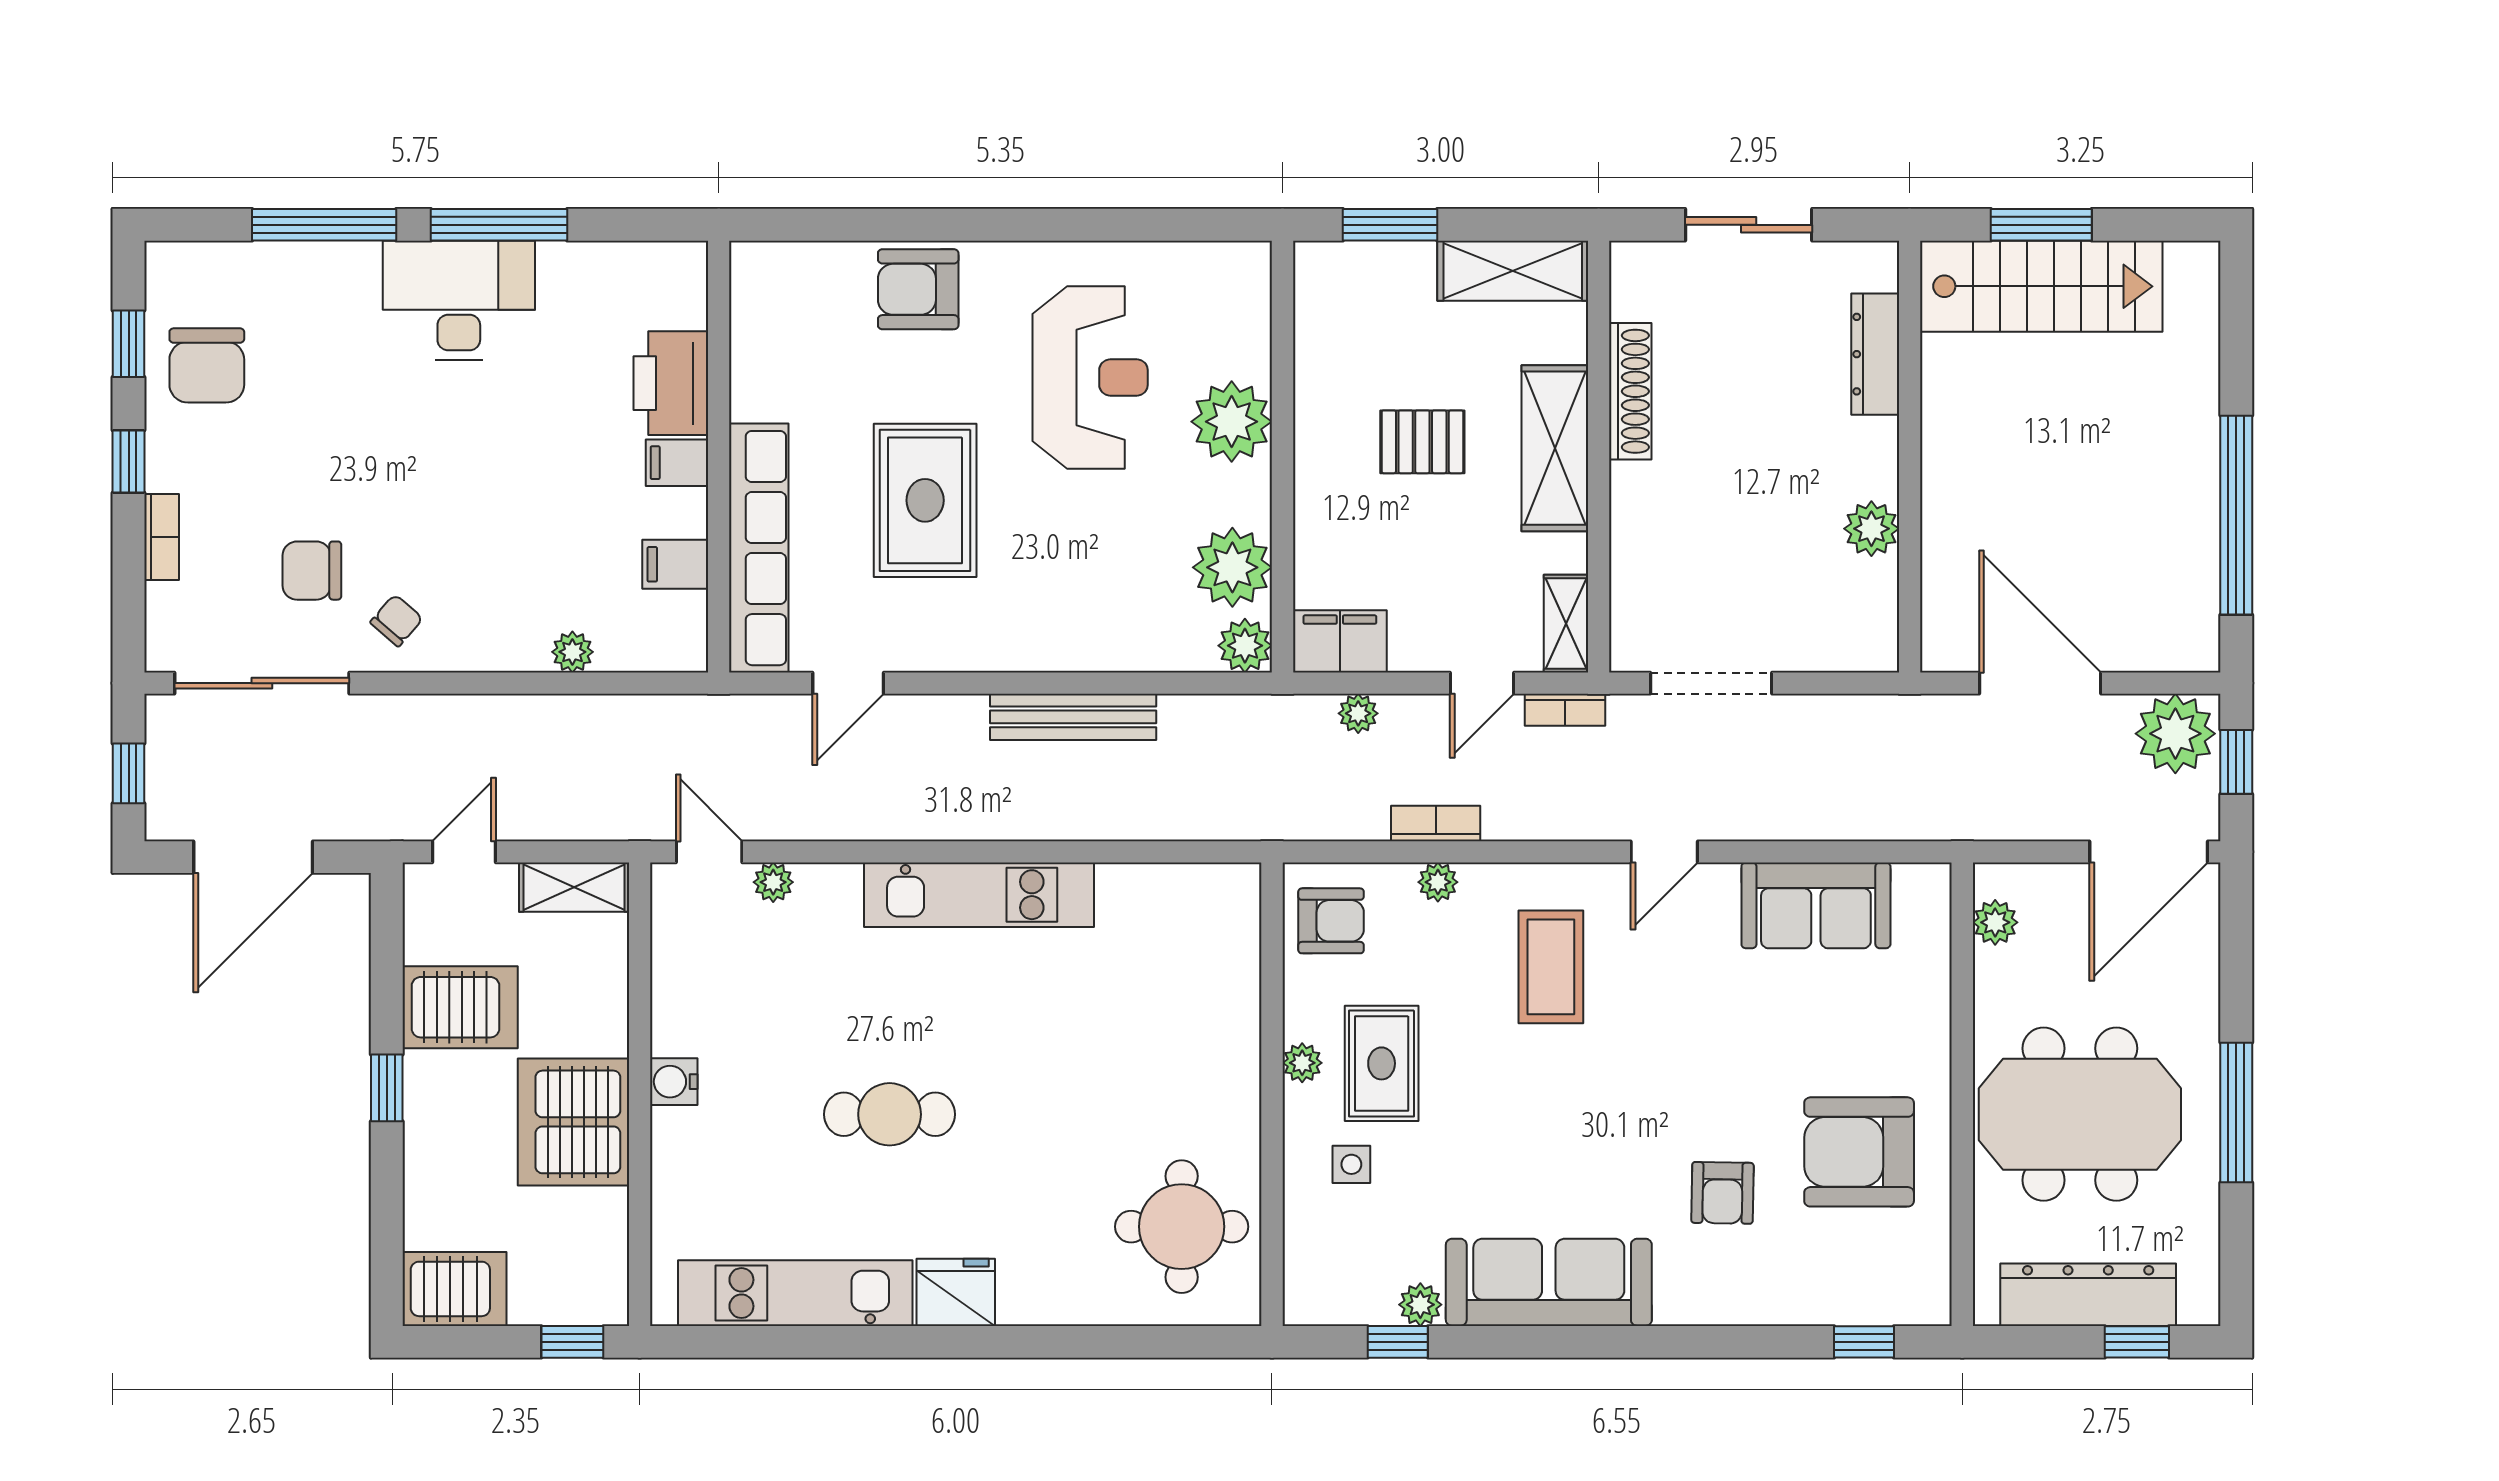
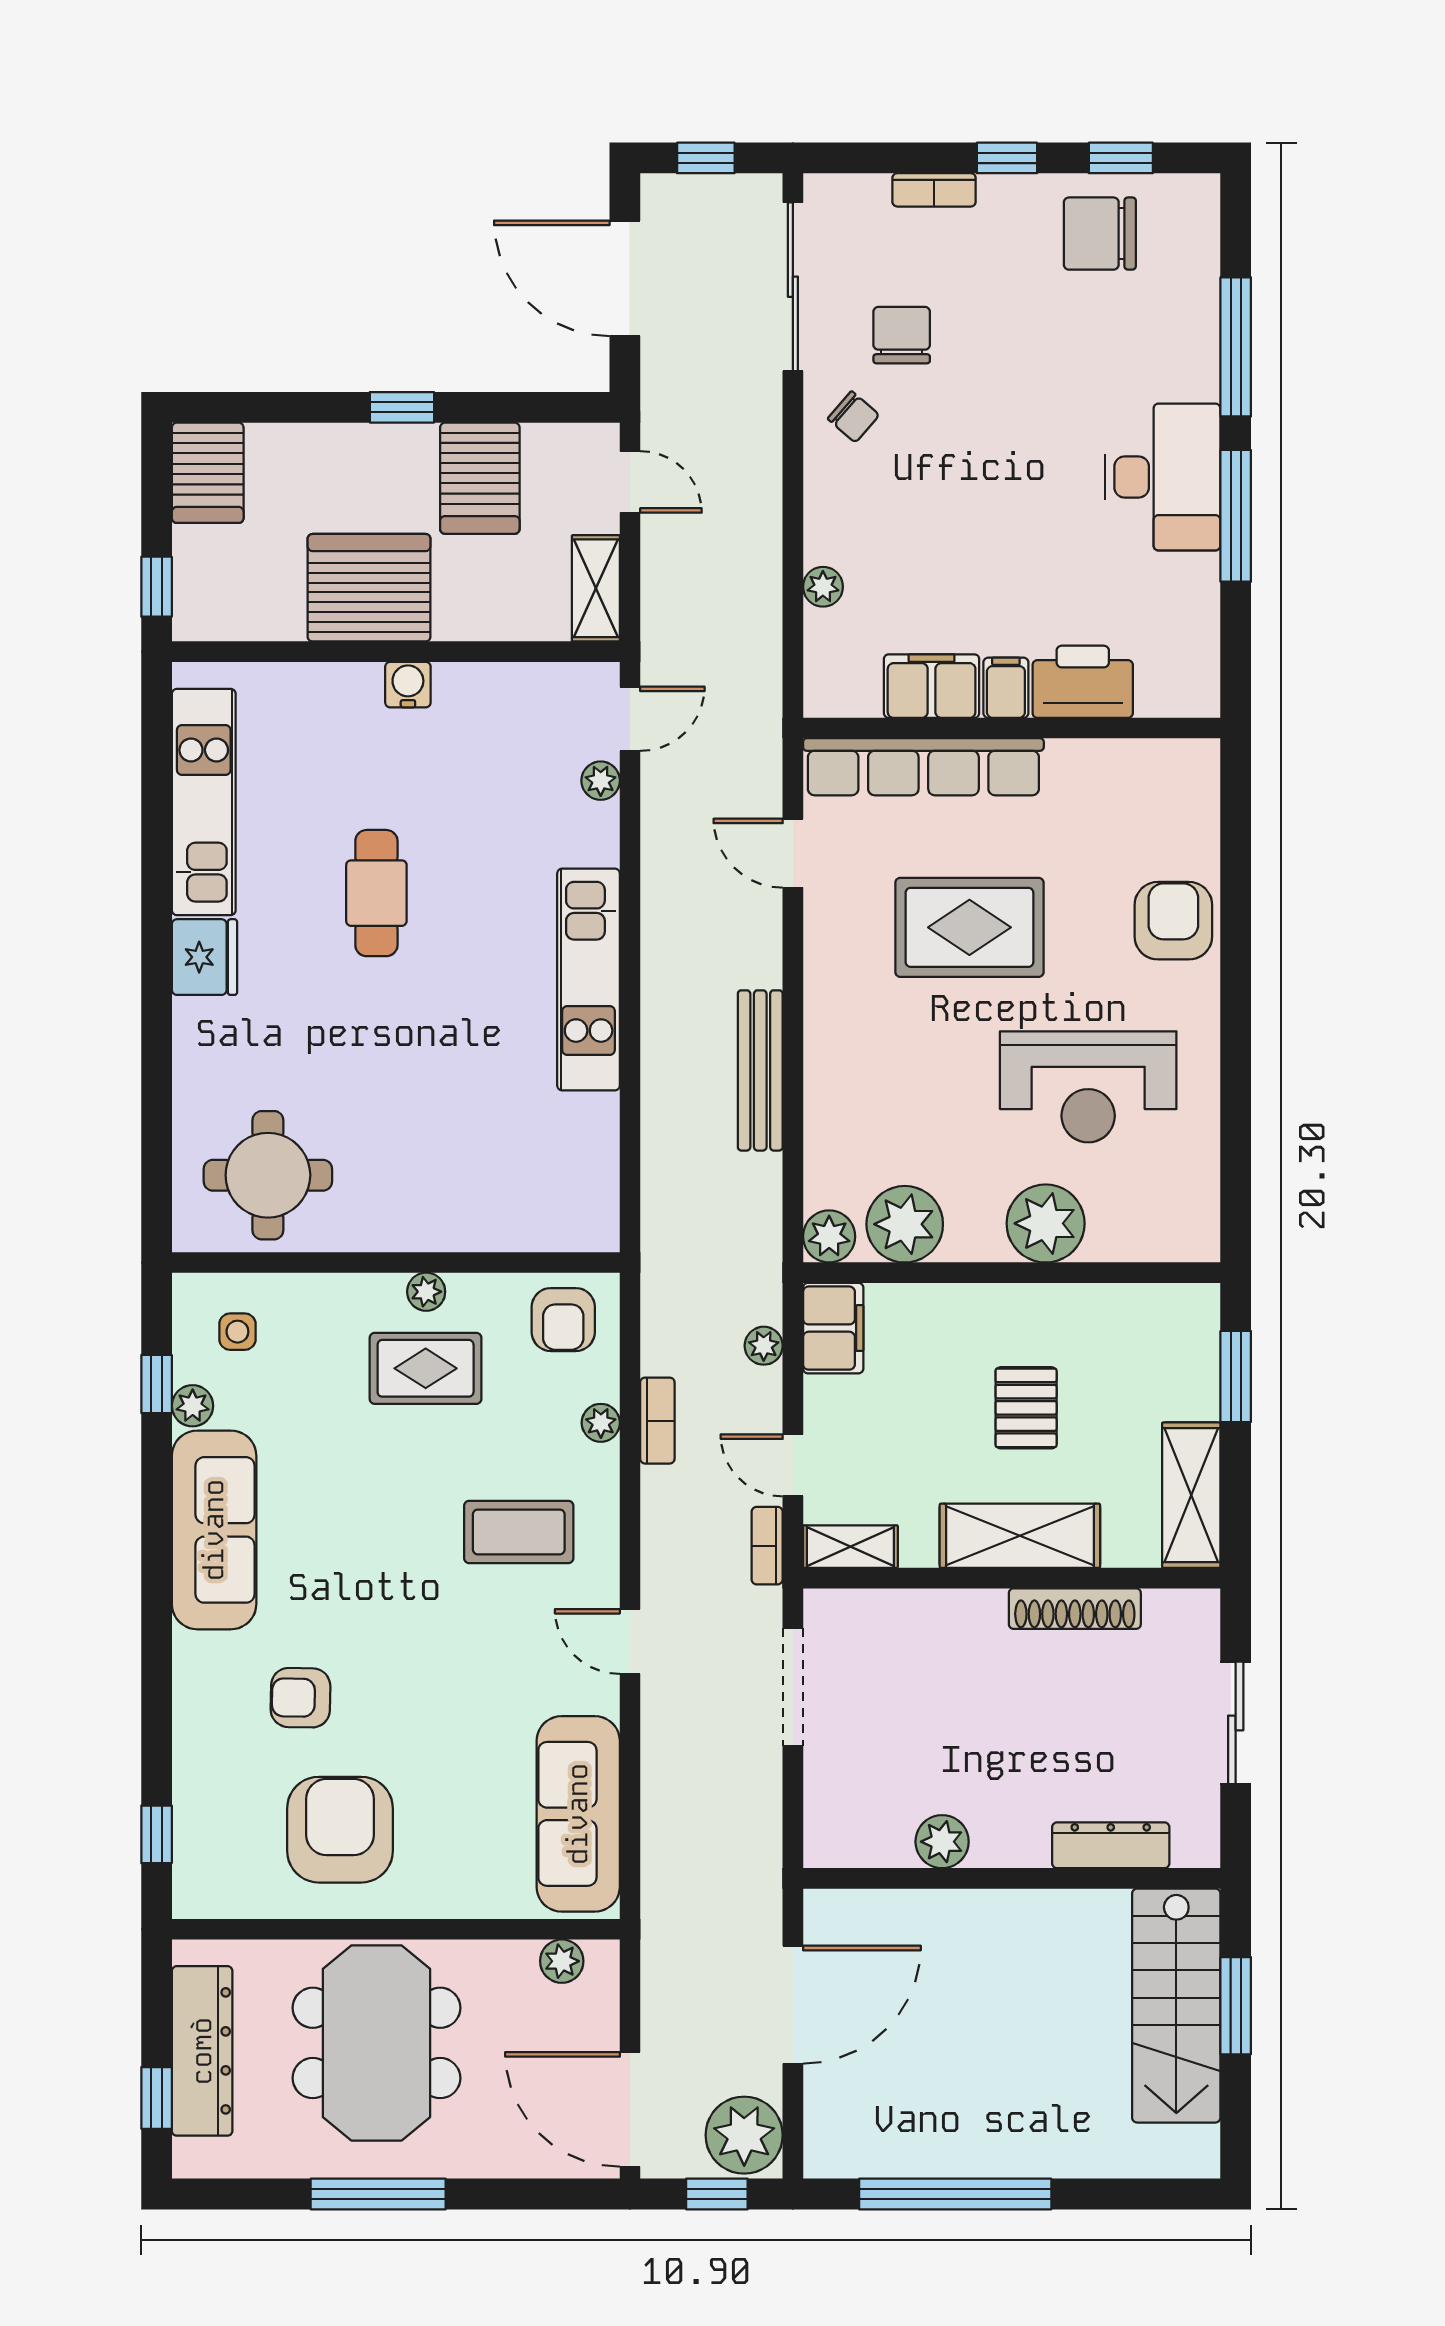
filing cabinet: (675, 564) -> (932, 686), width x2.00
sofa: (1816, 905) -> (578, 1814), width x1.36
side table: (1351, 1164) -> (237, 1332), moved

